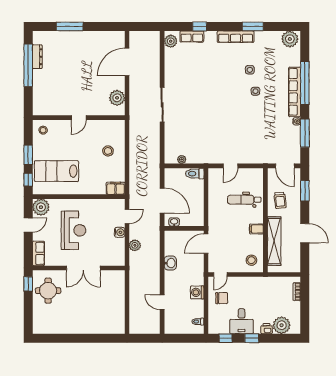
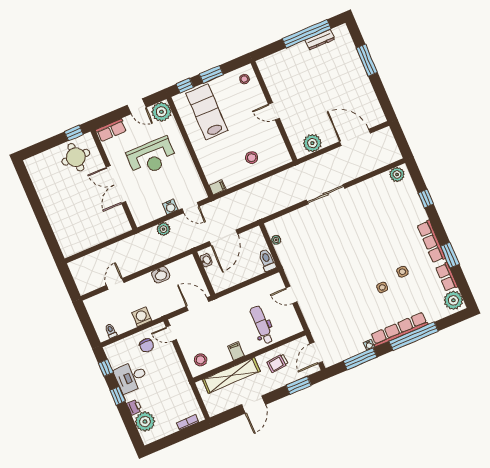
row of seats: (192, 36) -> (447, 277), moved
filing cabinet: (116, 188) -> (218, 188), width x0.50

